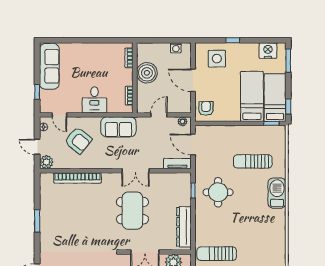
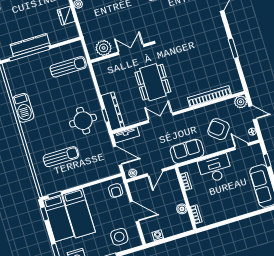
boiler: (147, 73) -> (182, 209), width x0.54, depth x0.54
desk: (94, 100) -> (215, 169), width x1.37
barbecue: (277, 193) -> (23, 108), moved
dresser: (184, 227) -> (113, 111), moved

